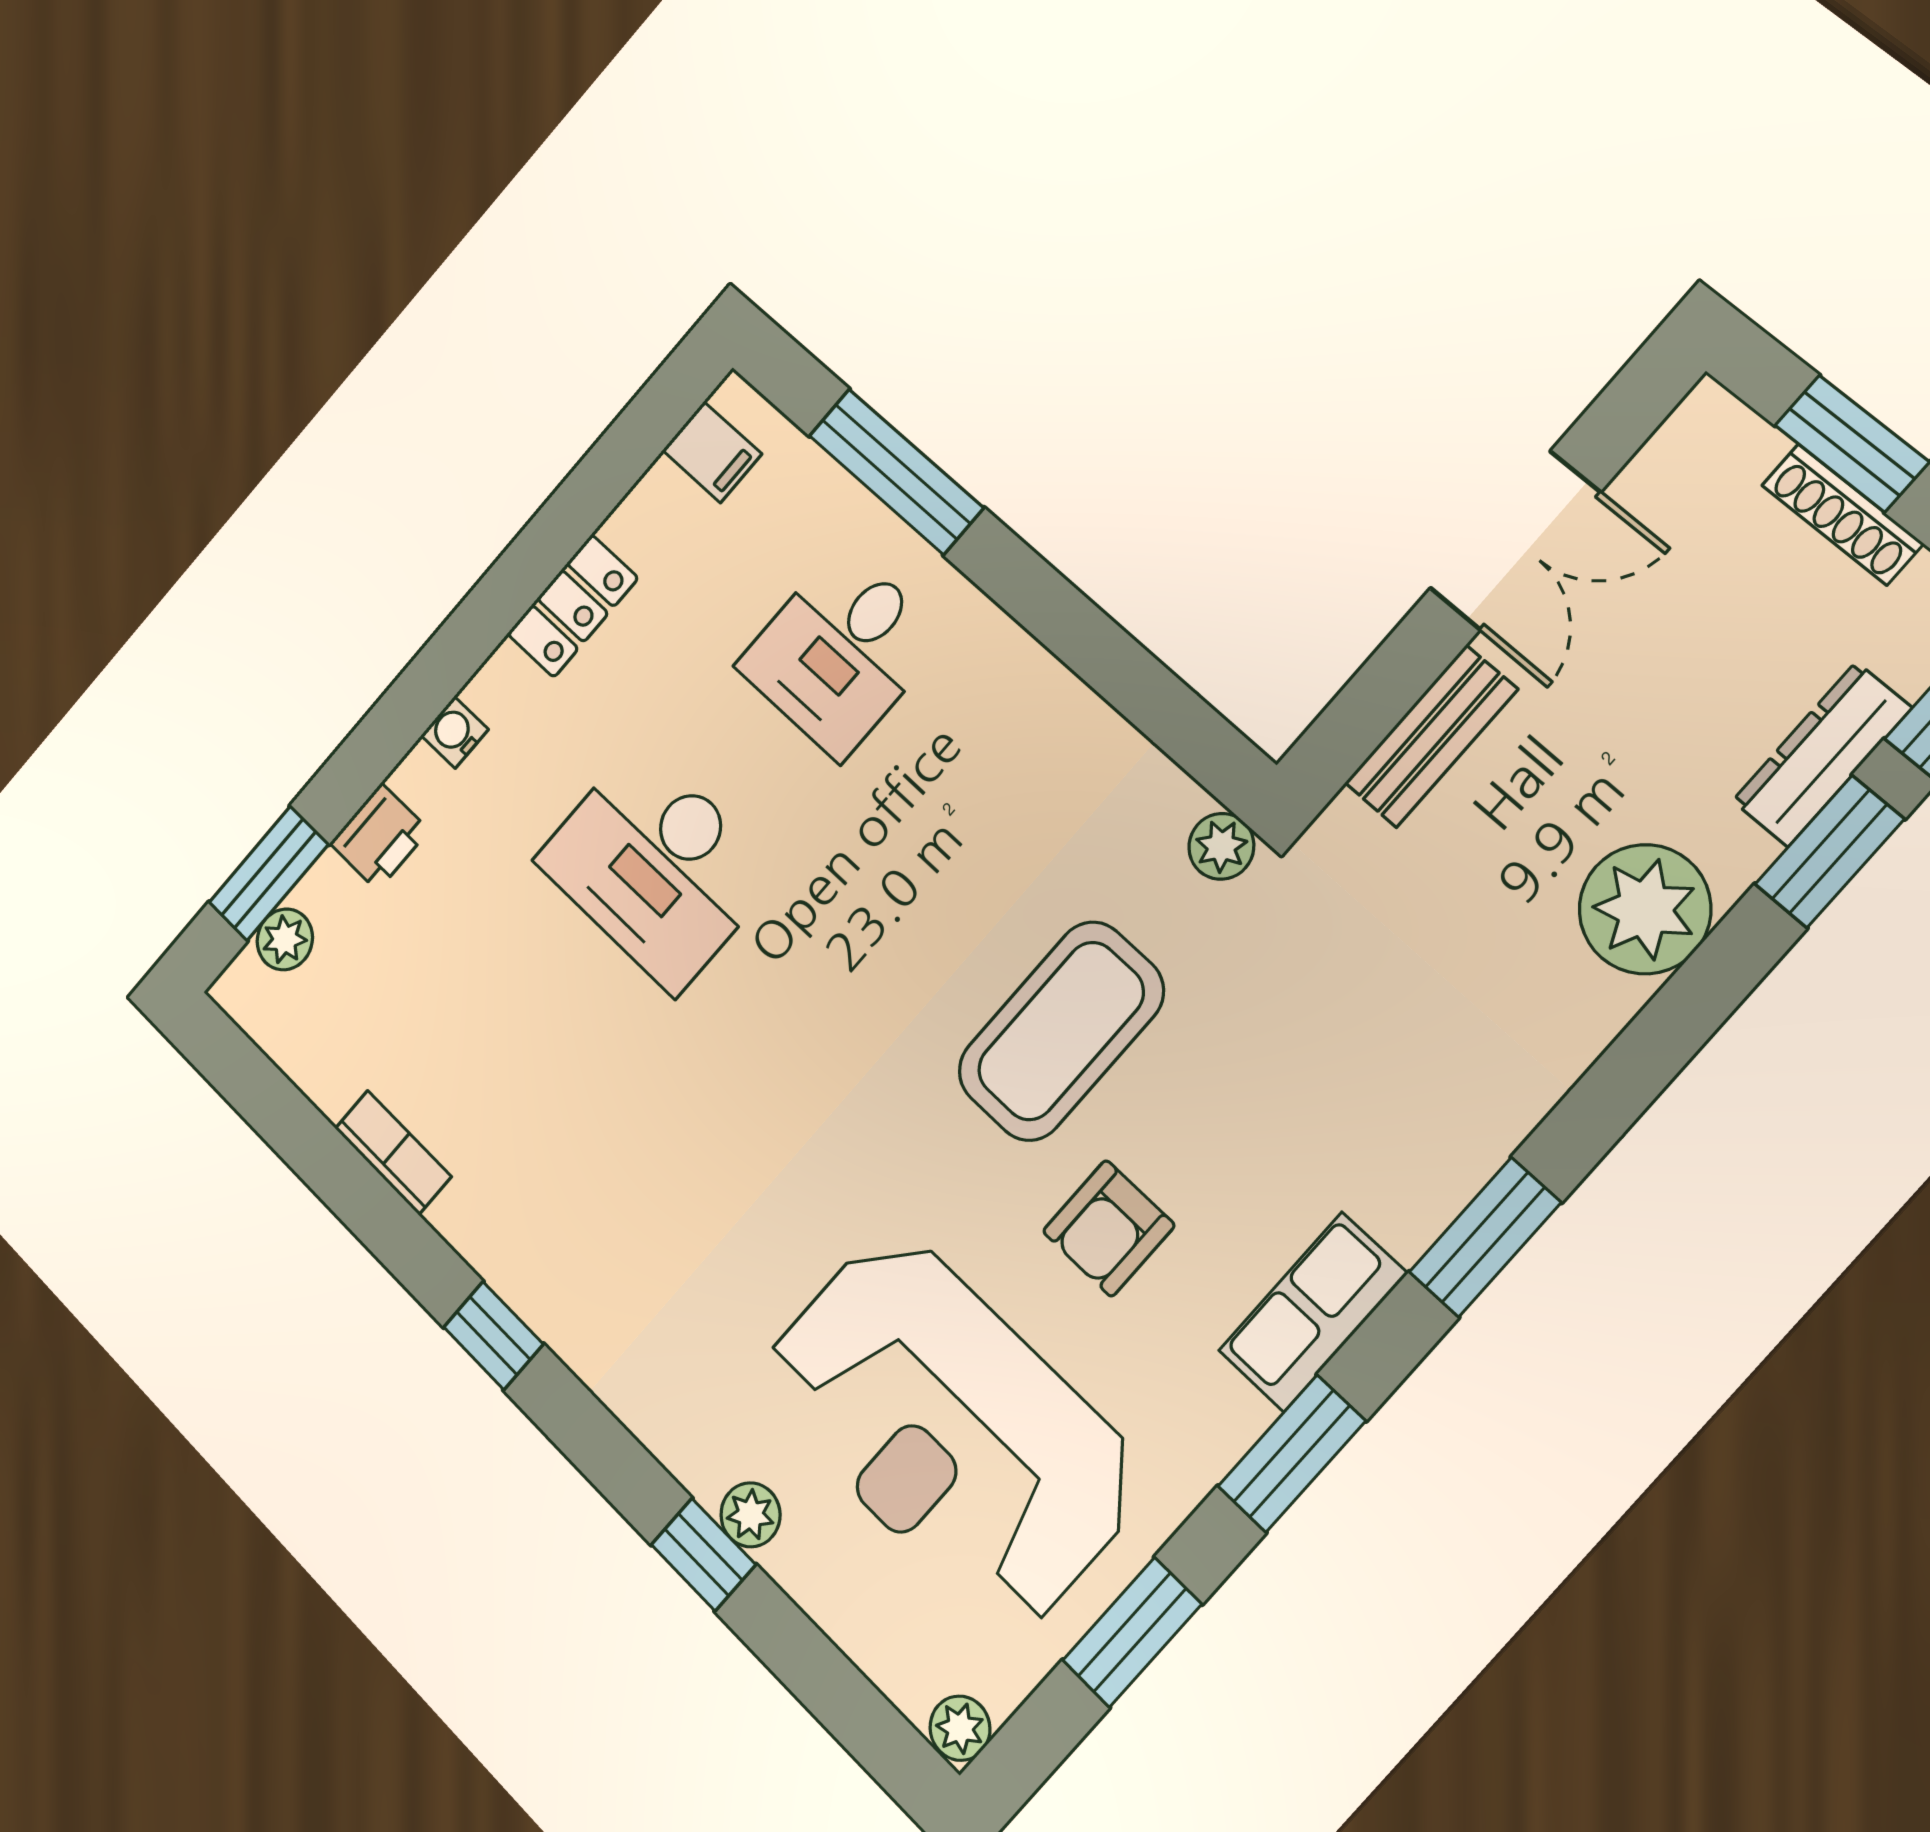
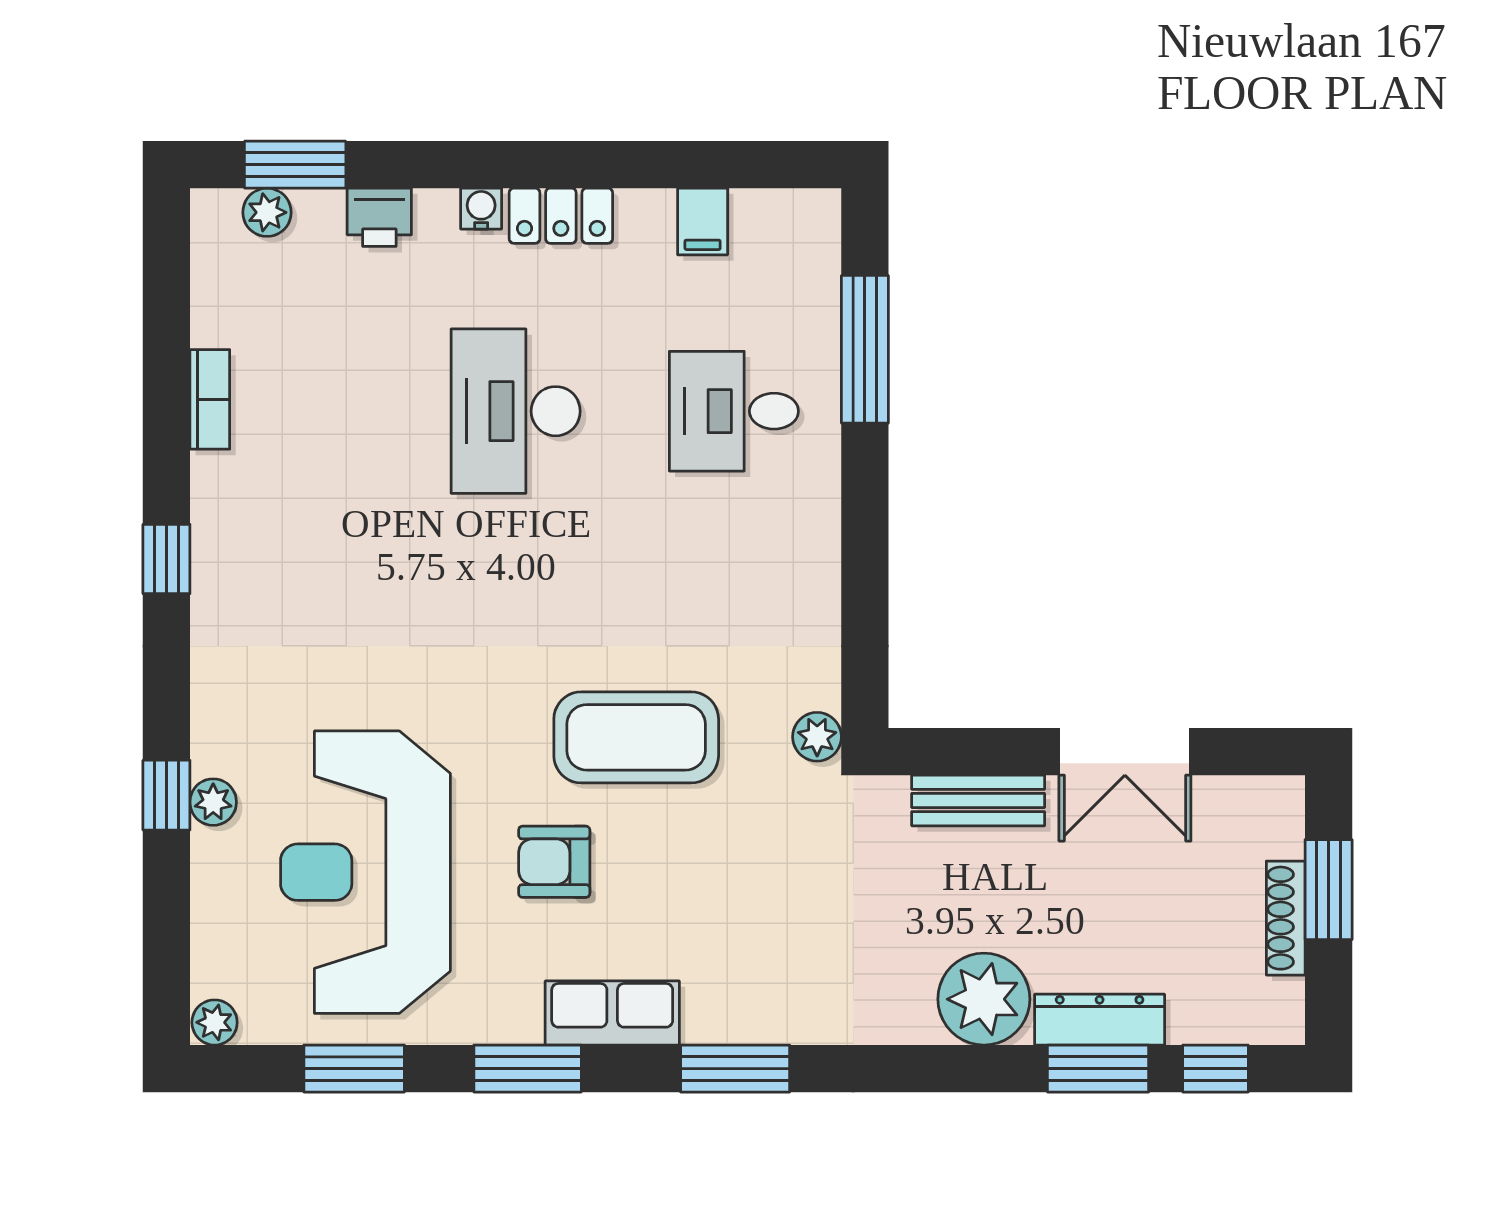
filing cabinet: (712, 452) -> (703, 221), moved
locker: (573, 606) -> (561, 216), moved
dresser: (1822, 754) -> (1100, 1020), moved

